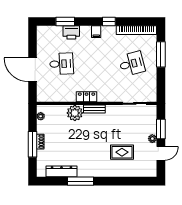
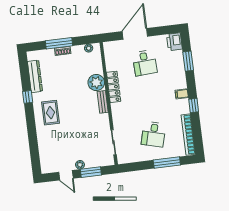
printer: (71, 32) -> (174, 42), moved
desk: (132, 64) -> (154, 134), turned 30
locker: (87, 97) -> (114, 87), width x1.53
rug: (122, 152) -> (51, 113), moved
window: (81, 181) -> (28, 97), width x0.46

